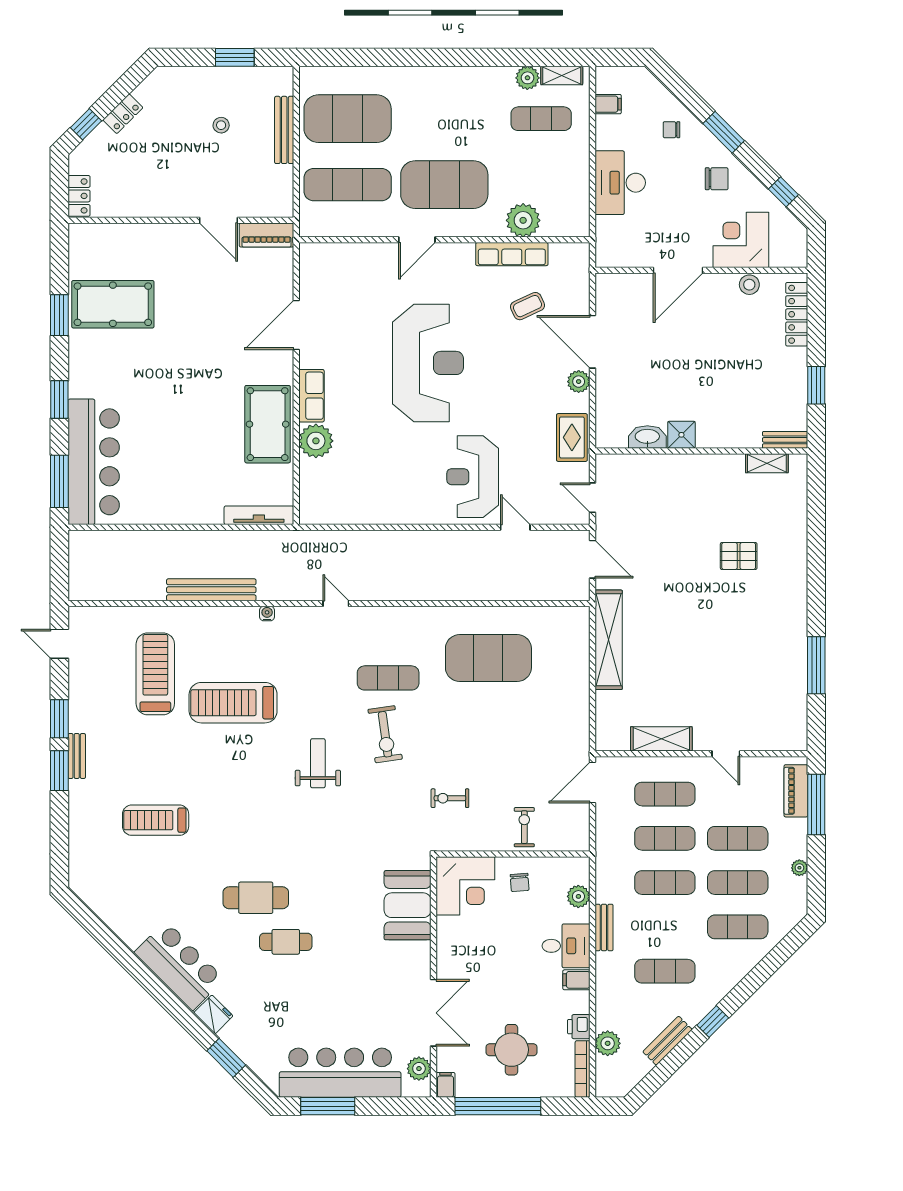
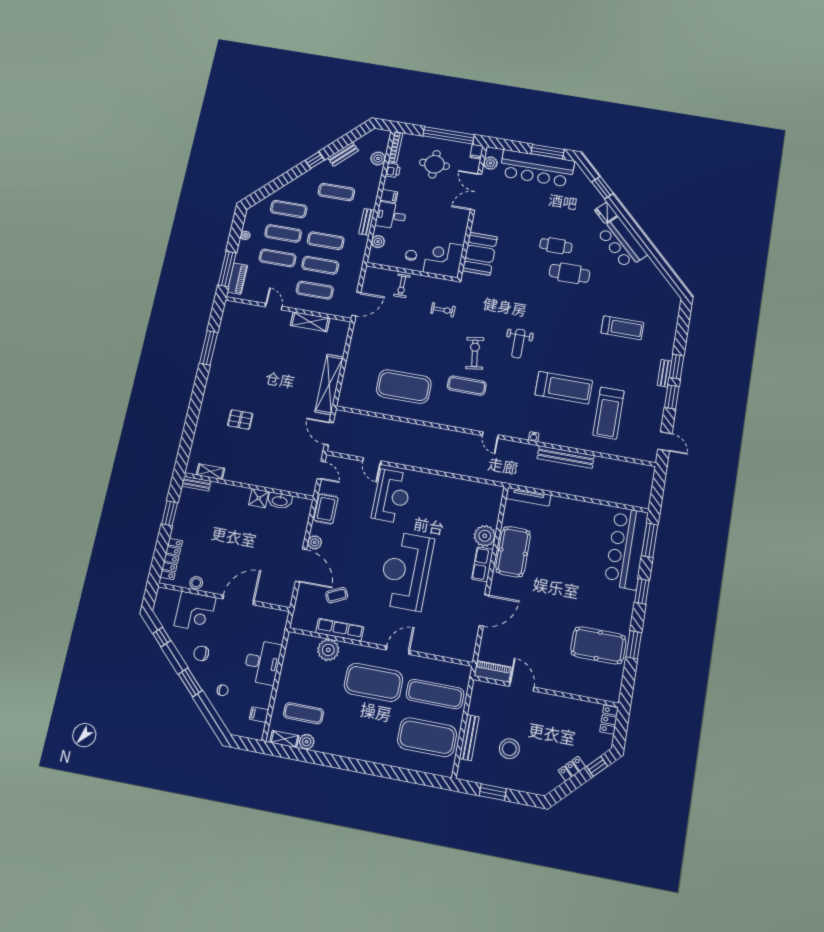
stool: (221, 125) -> (509, 749), width x1.89, depth x1.89

